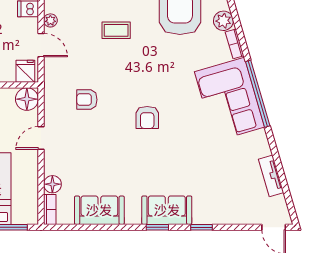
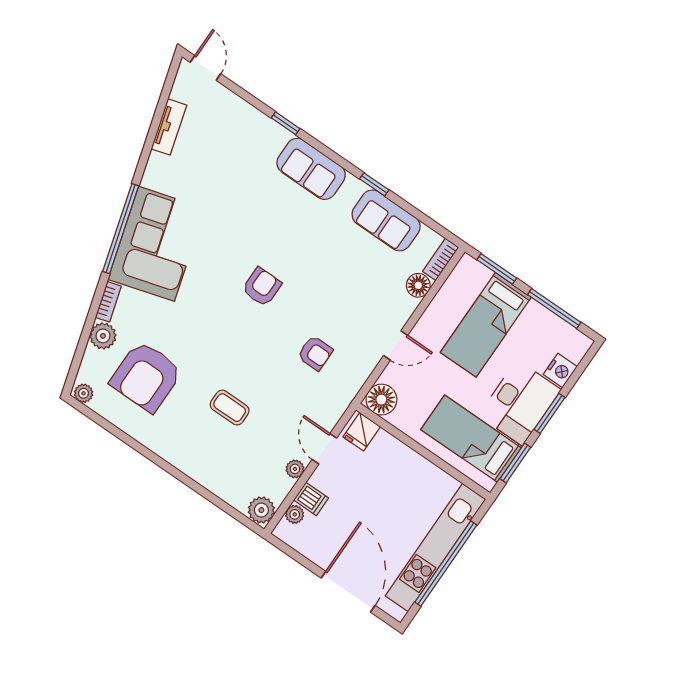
window: (157, 227) -> (374, 184), moved

